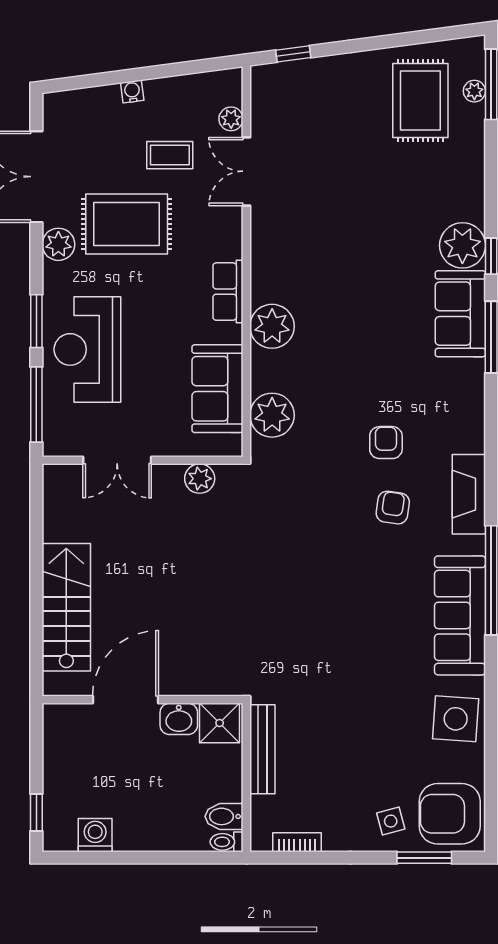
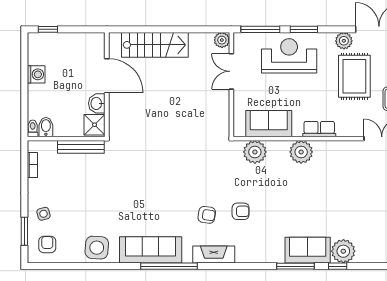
plant: (200, 479) -> (222, 40), moved
armchair: (450, 814) -> (47, 245), width x0.53, depth x0.53
washing machine: (95, 835) -> (36, 74), moved

